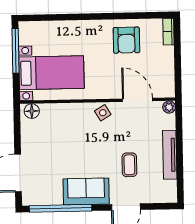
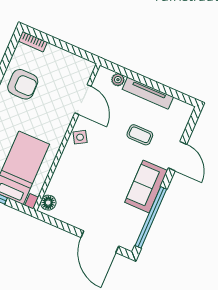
door: (137, 100) -> (83, 100), swing flipped
plant: (169, 107) -> (118, 80), moved

